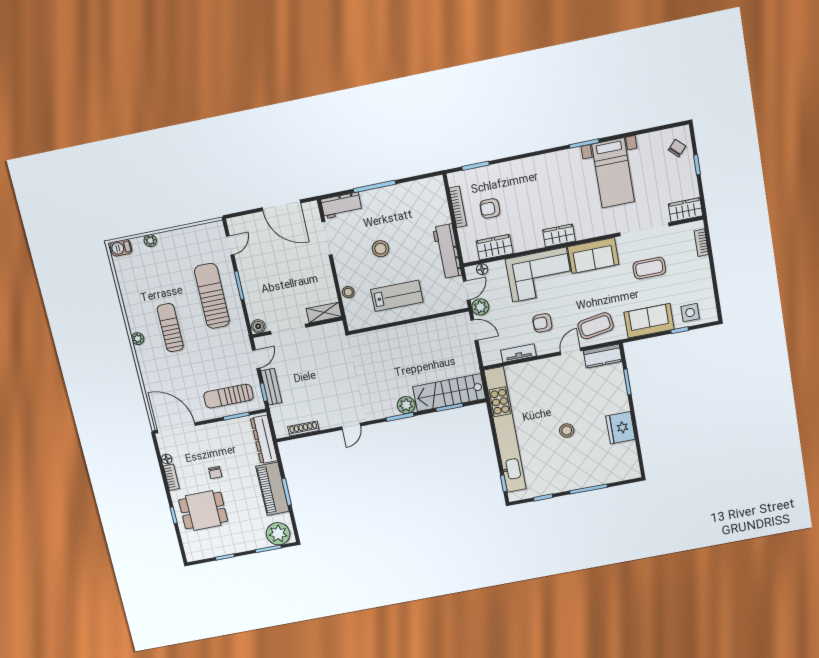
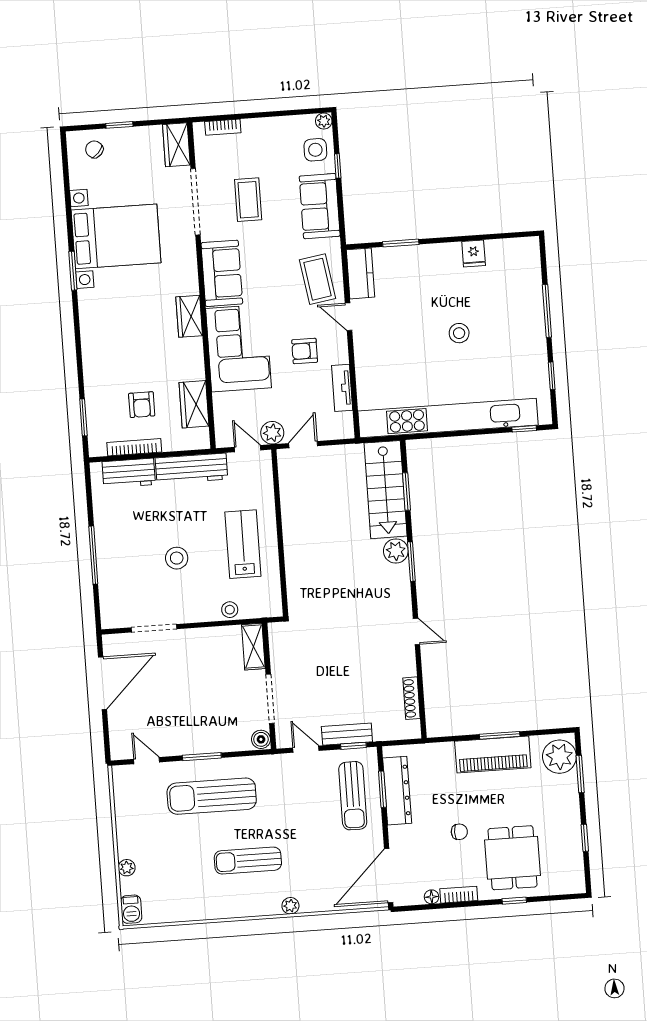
bed with nightstands: (613, 173) -> (116, 236), width x1.36
workbench: (341, 205) -> (129, 473), moved, turned 90
floor lamp: (482, 269) -> (221, 424), removed
plant: (712, 316) -> (324, 121), added
armchair: (542, 323) -> (305, 351), turned 90
plant: (138, 339) -> (290, 906), moved
fridge: (620, 428) -> (474, 253), width x0.53, depth x0.75
dresser: (264, 439) -> (397, 791), moved, turned -90

